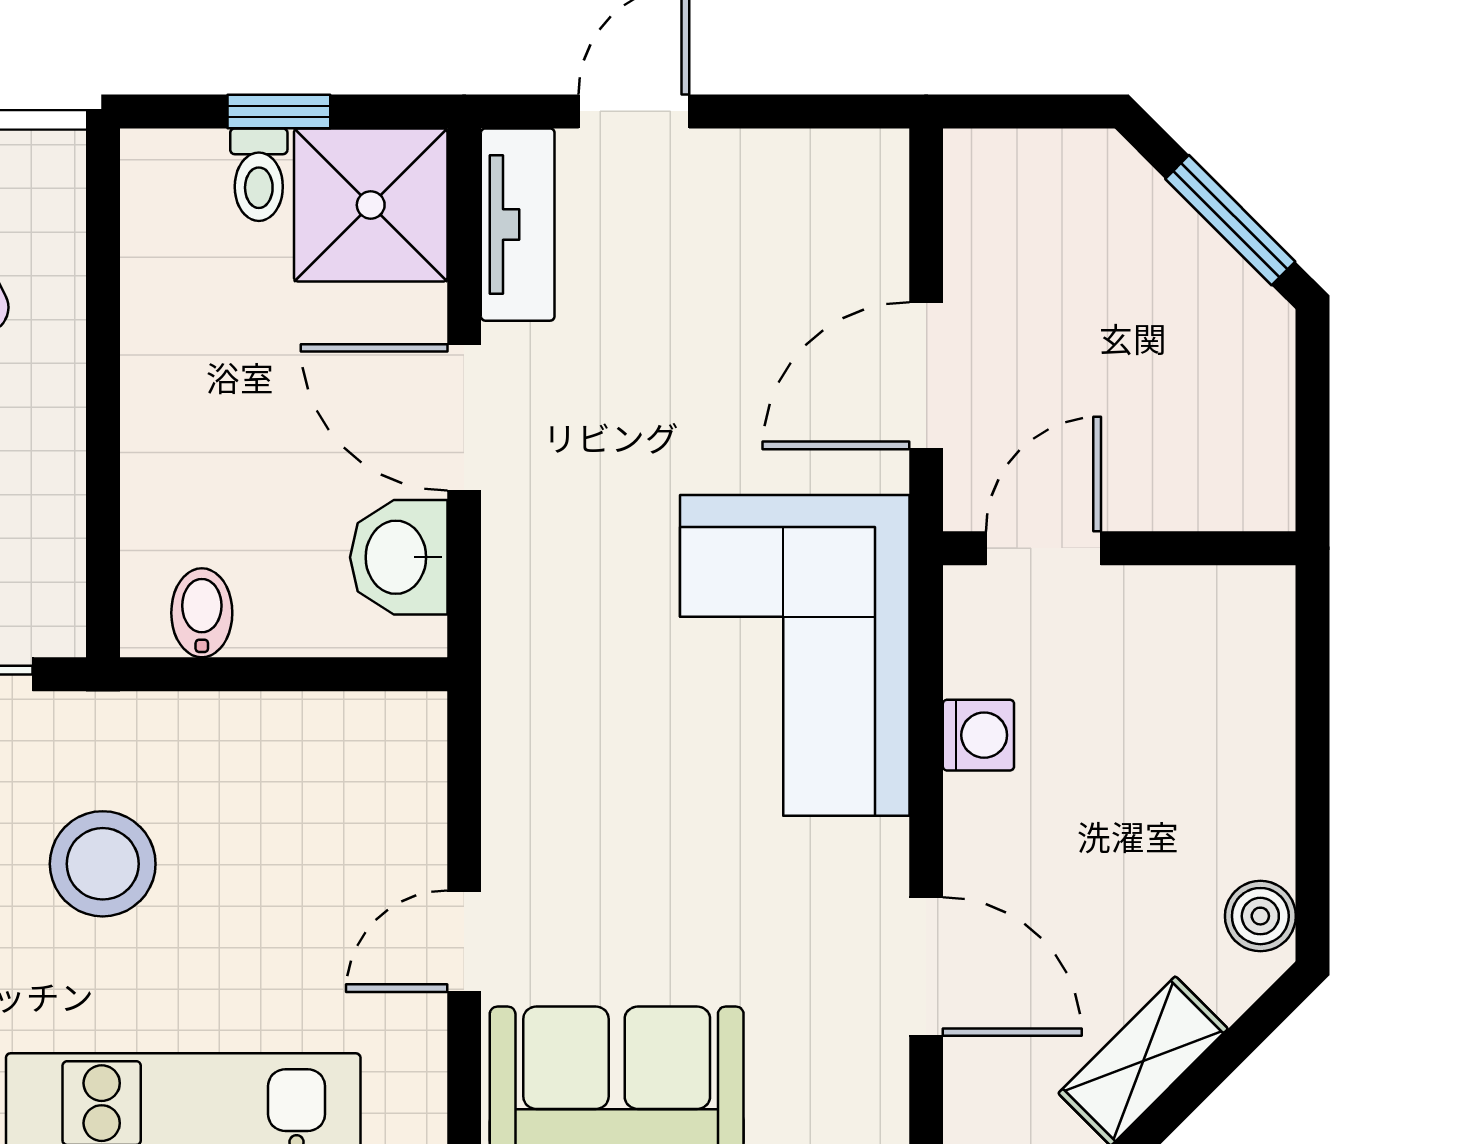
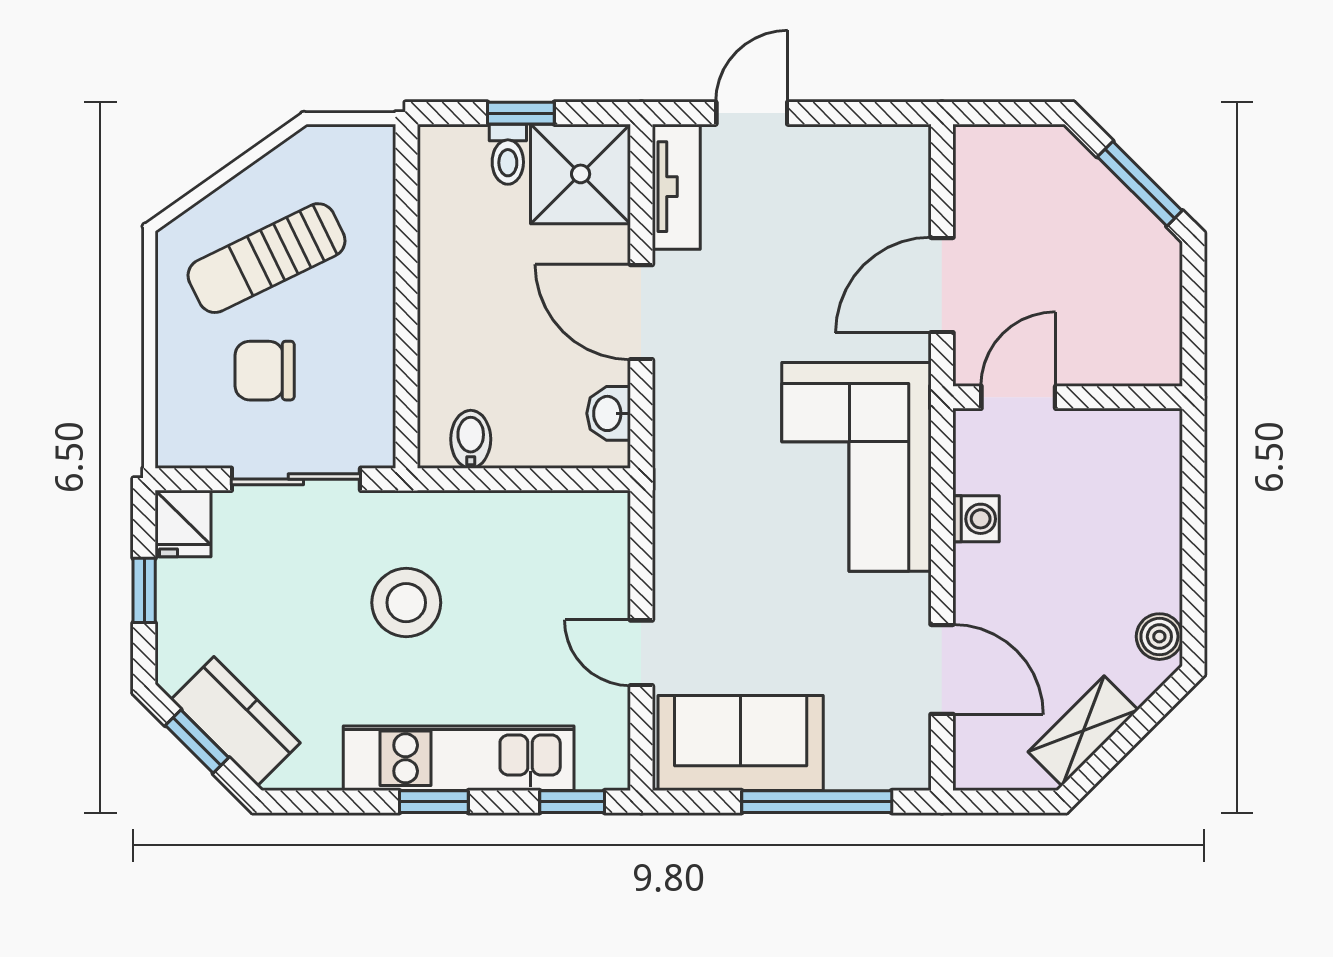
washbasin: (399, 557) -> (609, 413), width x0.72, depth x0.69
door: (464, 941) -> (641, 653), hinge flipped

